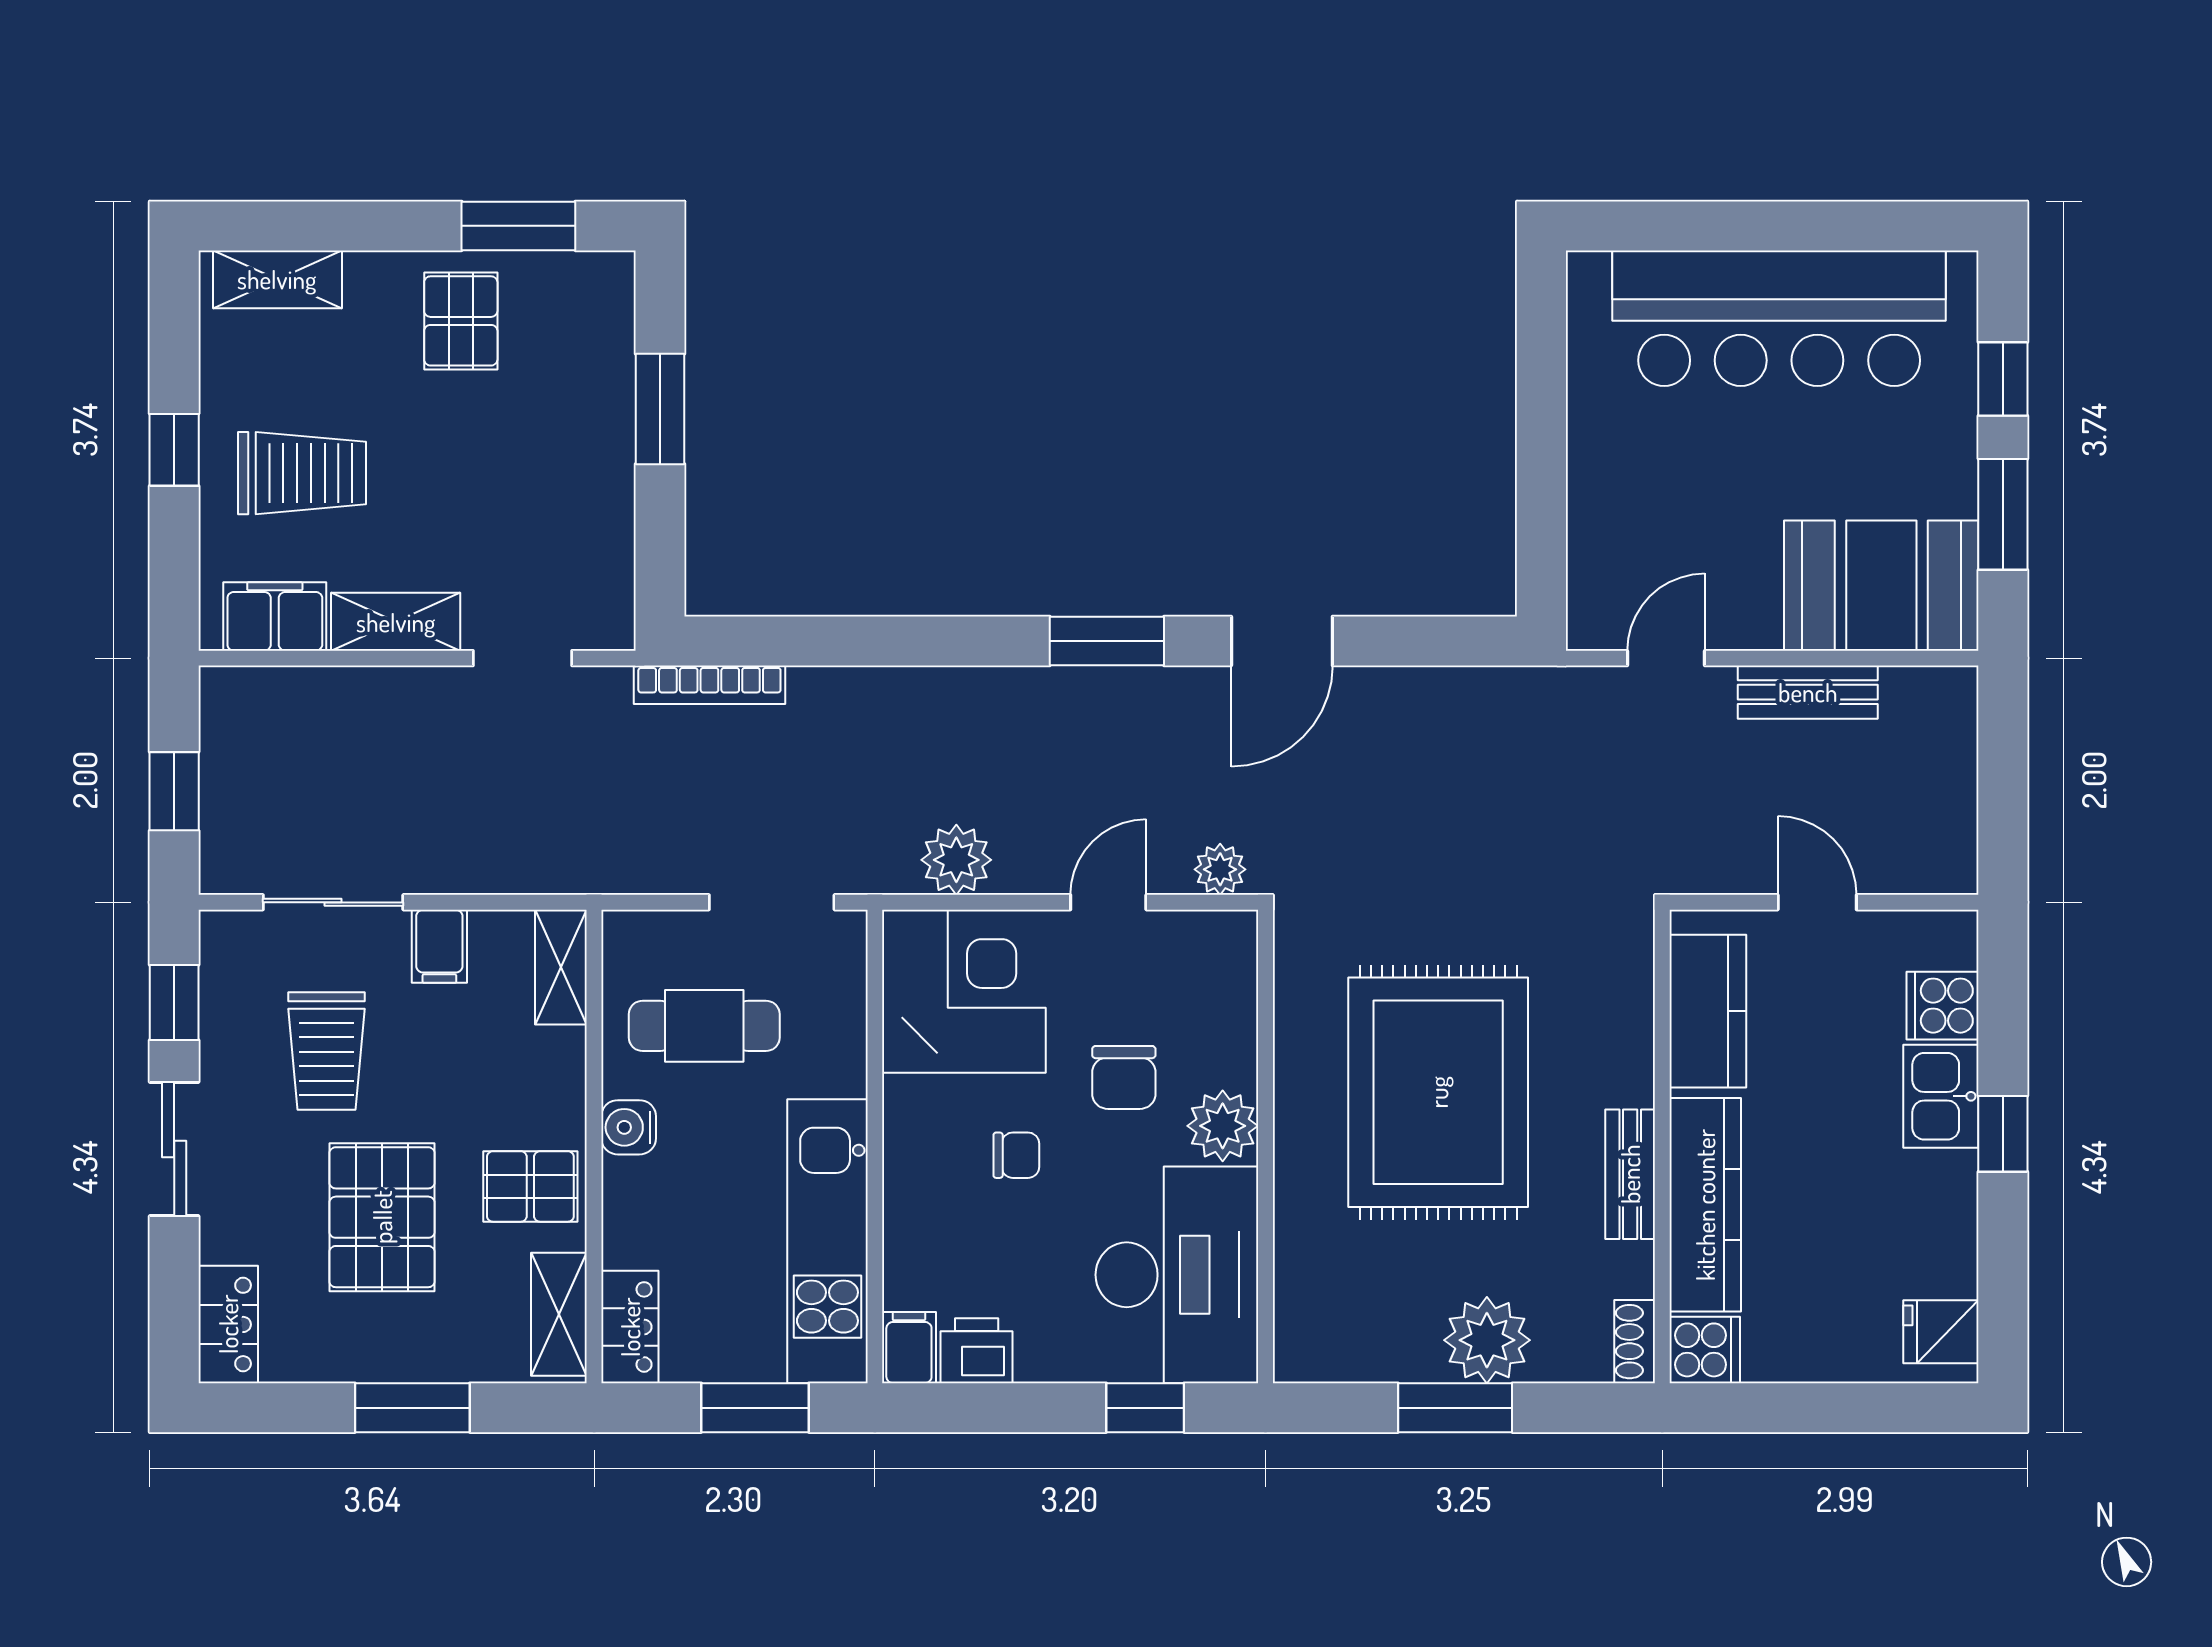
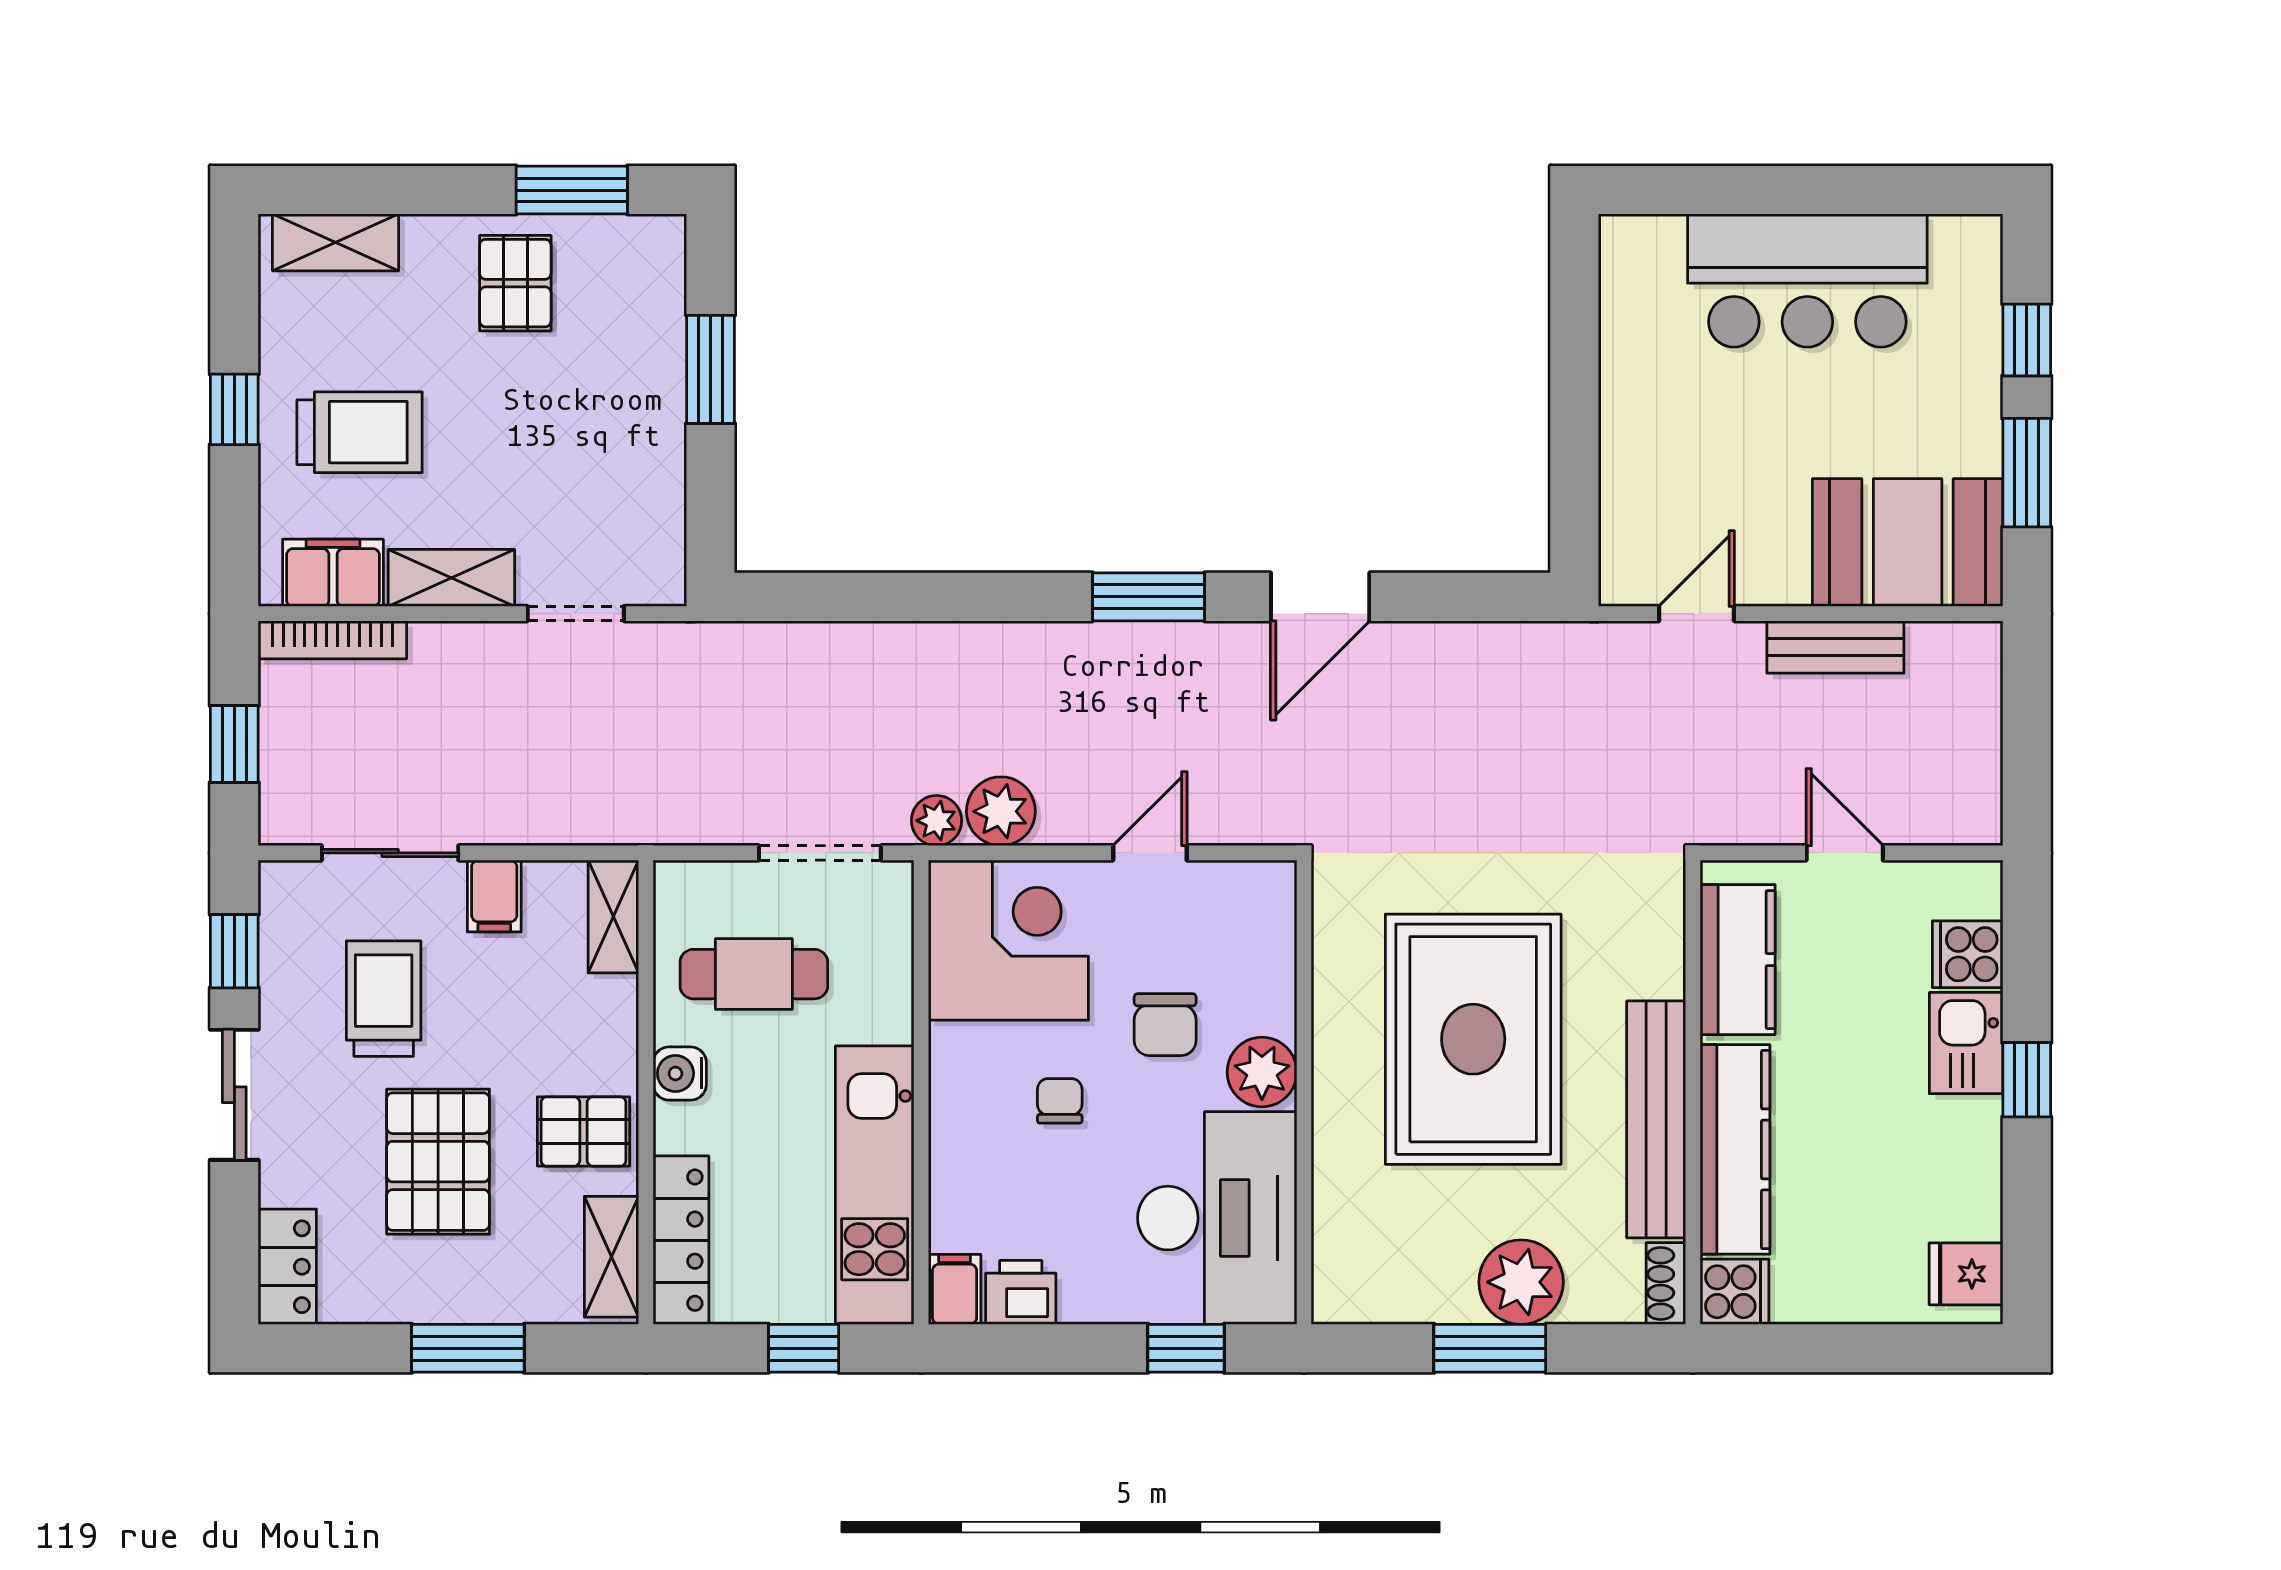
bar counter: (1779, 318) -> (1807, 281), width x0.73
bookcase: (709, 685) -> (332, 640), moved
plant: (1220, 869) -> (936, 821), moved
trolley: (326, 1051) -> (384, 999), turned 180
chair: (1016, 1155) -> (1060, 1101), turned -90
bench: (1630, 1174) -> (1656, 1119), width x1.86, depth x1.21
locker: (630, 1327) -> (681, 1240), width x1.53
window: (755, 1408) -> (804, 1348), width x0.67

